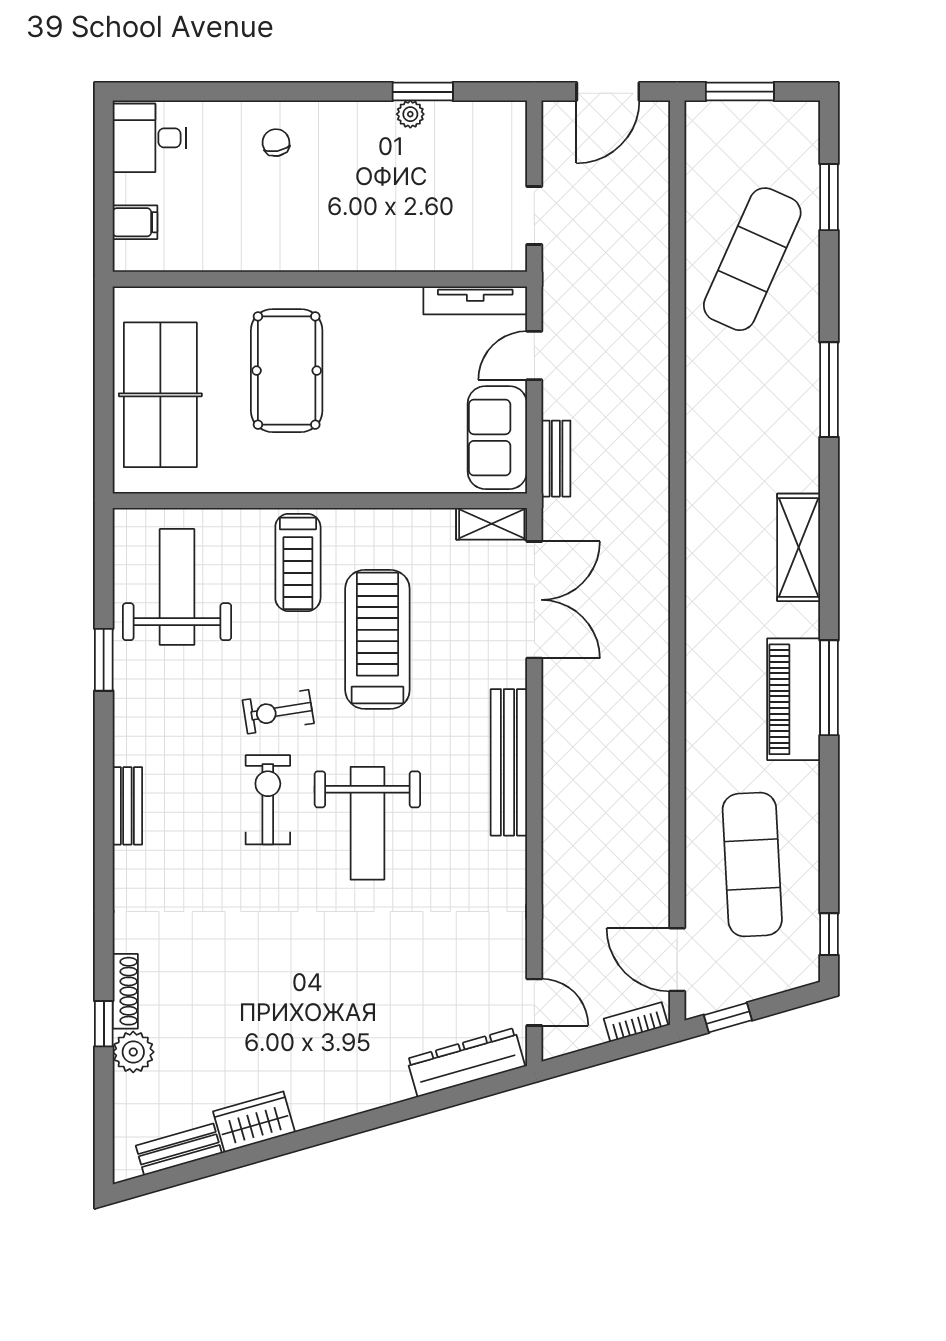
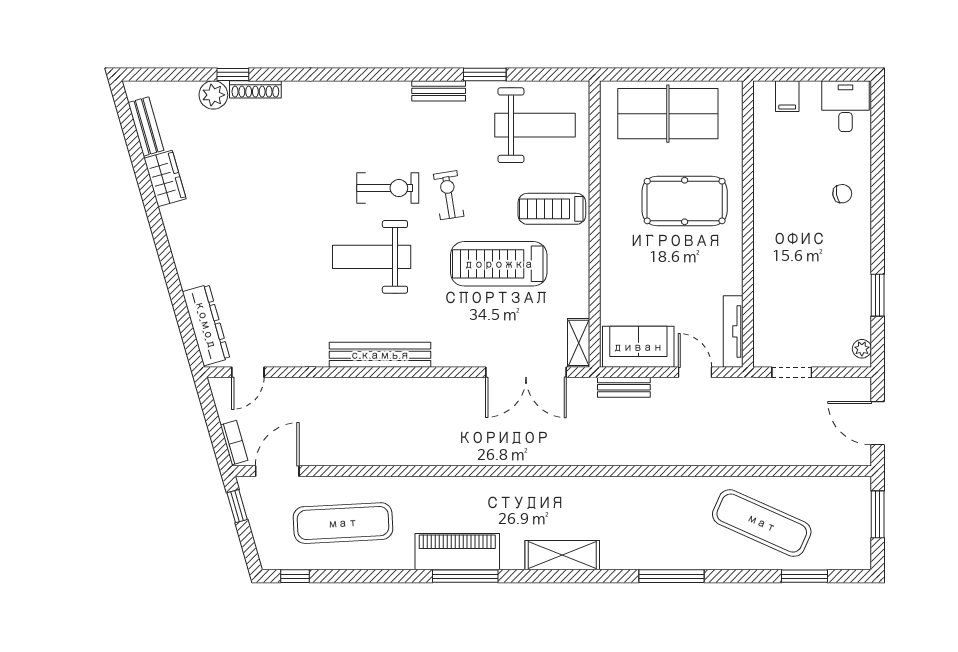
plant: (410, 114) -> (862, 349), moved
treadmill: (377, 639) -> (499, 264), turned 180
bench: (509, 762) -> (380, 355), moved
bench: (127, 806) -> (439, 91), moved

